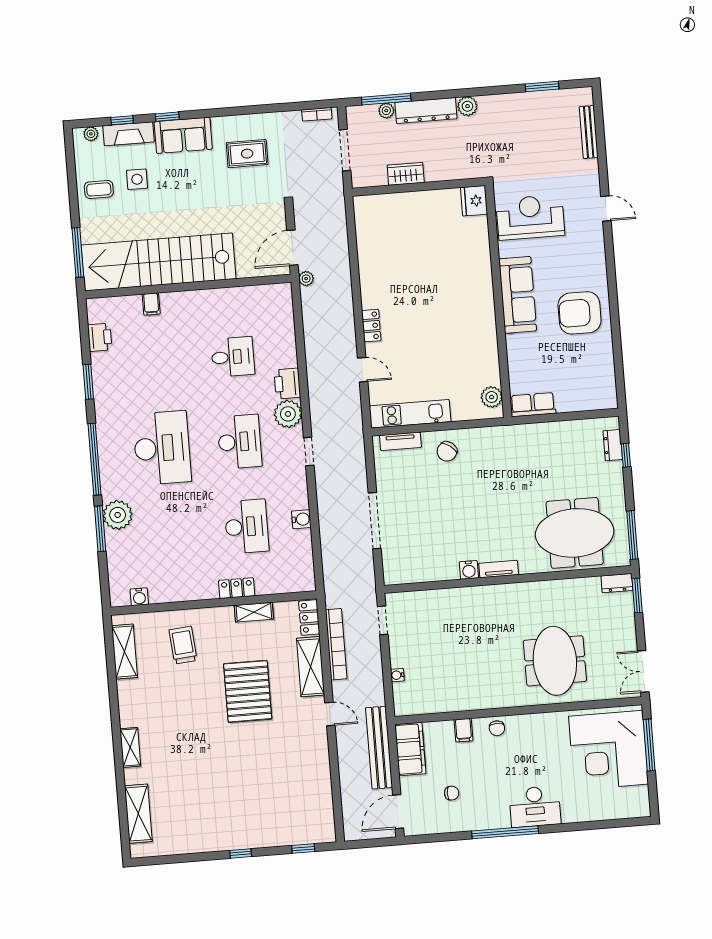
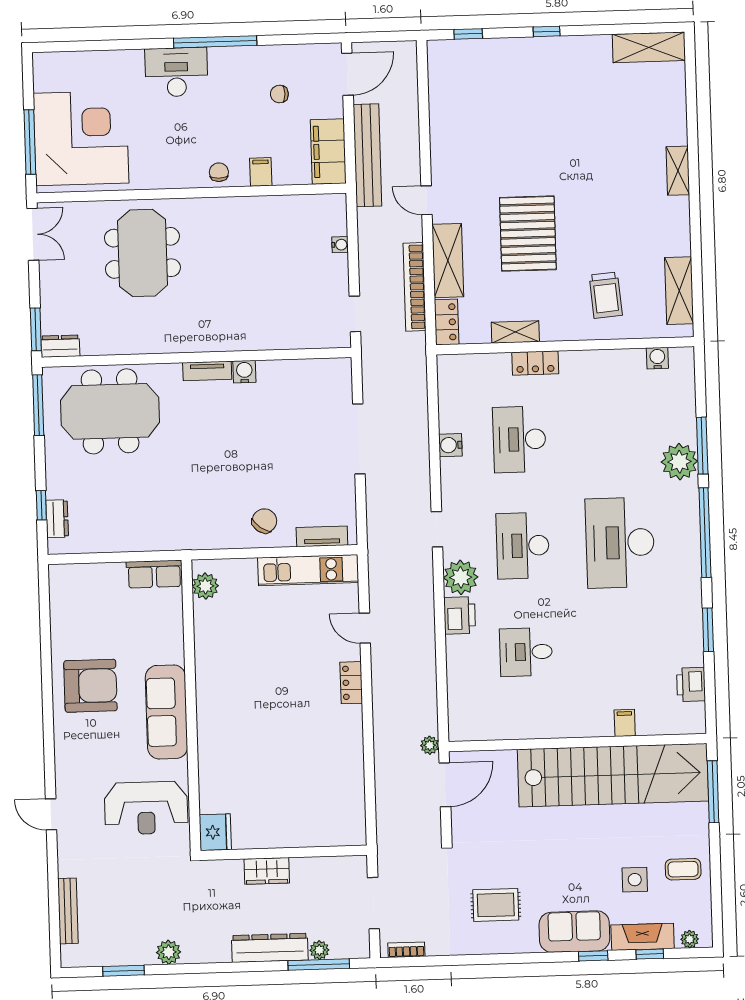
plant: (467, 106) -> (169, 952), moved
wardrobe: (406, 174) -> (267, 871), moved
shelving: (138, 814) -> (649, 47), moved, turned 90

